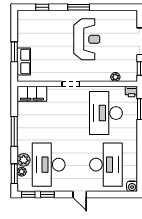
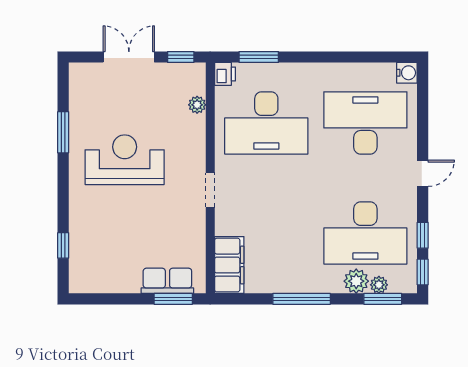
window: (79, 7) -> (63, 132), moved
window: (14, 52) -> (173, 299), moved

